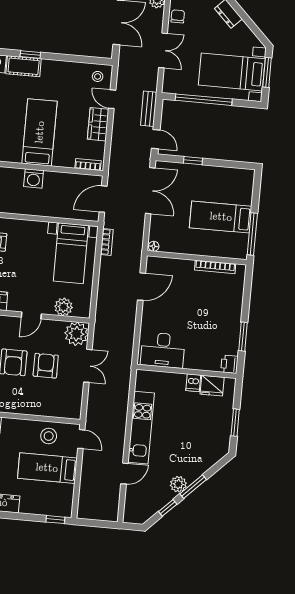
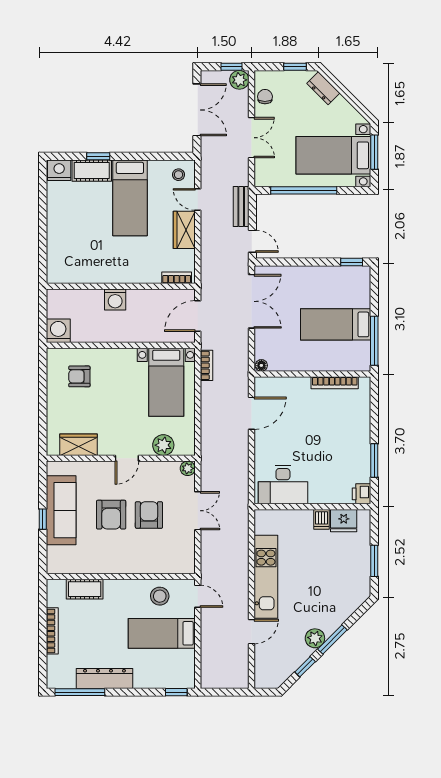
bed: (40, 132) -> (130, 198), moved, turned 180
window: (193, 161) -> (352, 262), moved
plant: (76, 334) -> (188, 468), width x0.53, depth x0.53

